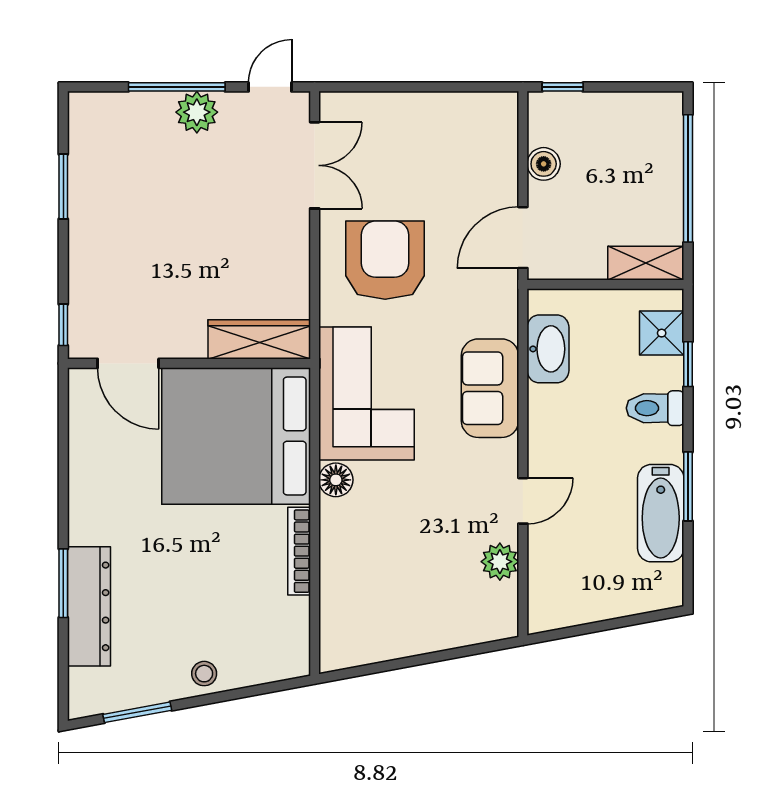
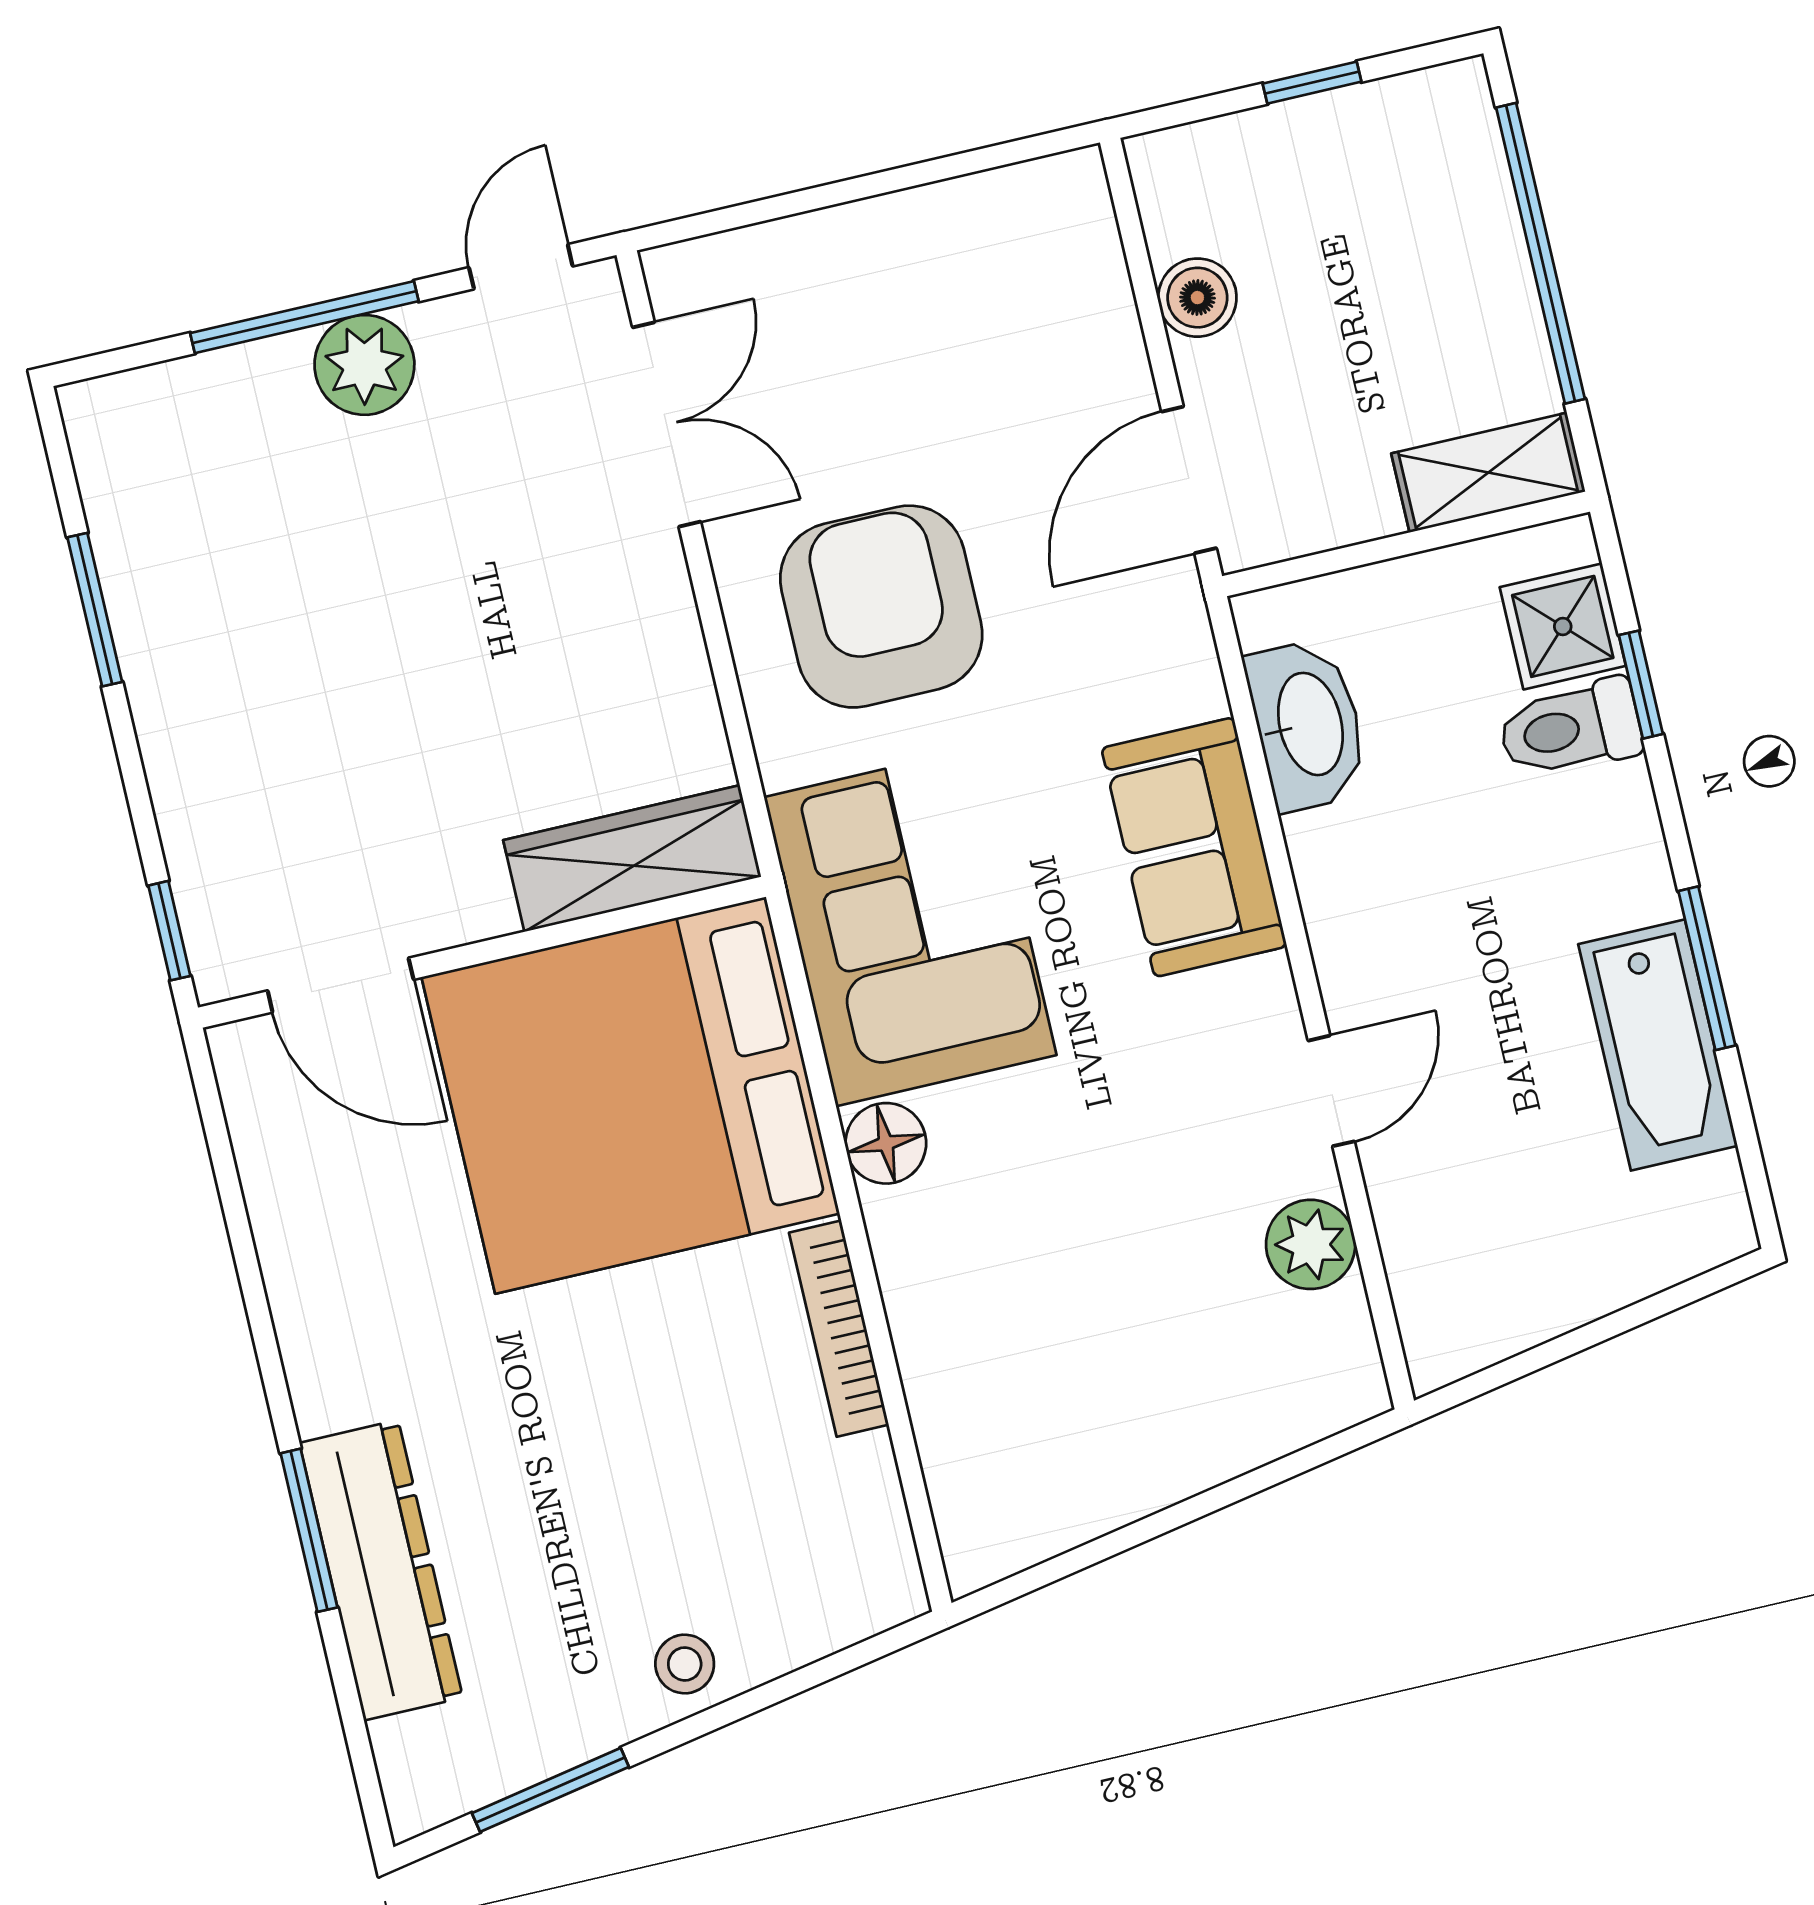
window: (563, 87) -> (1312, 83), moved
toilet: (655, 408) -> (1570, 728), moved

